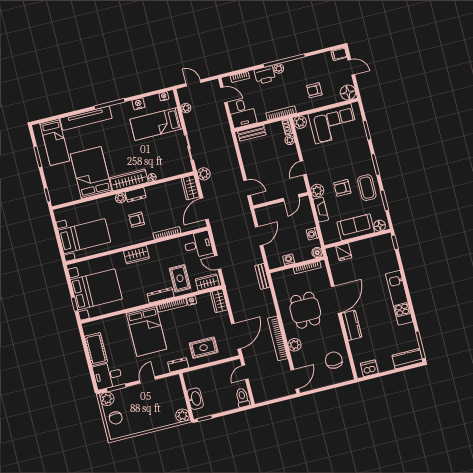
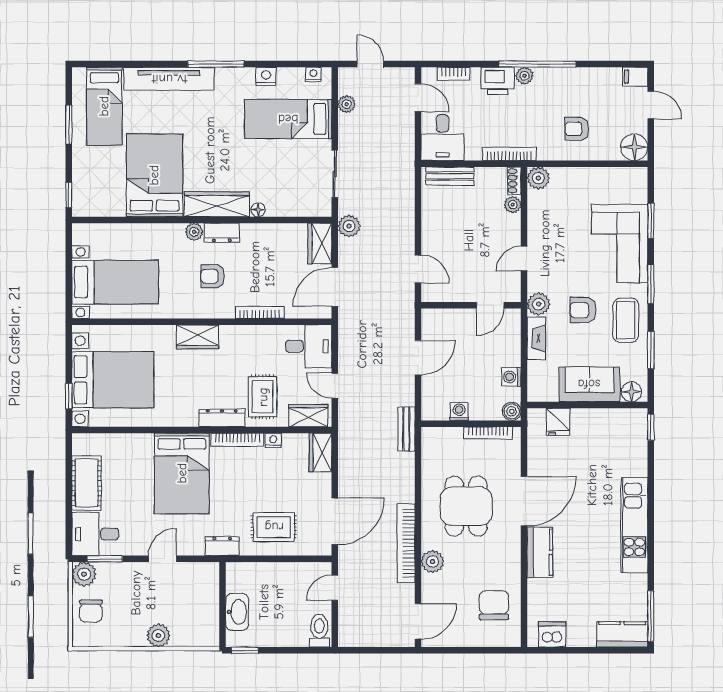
corner sofa: (333, 124) -> (620, 244), moved, turned 90
plant: (182, 415) -> (158, 635), moved

